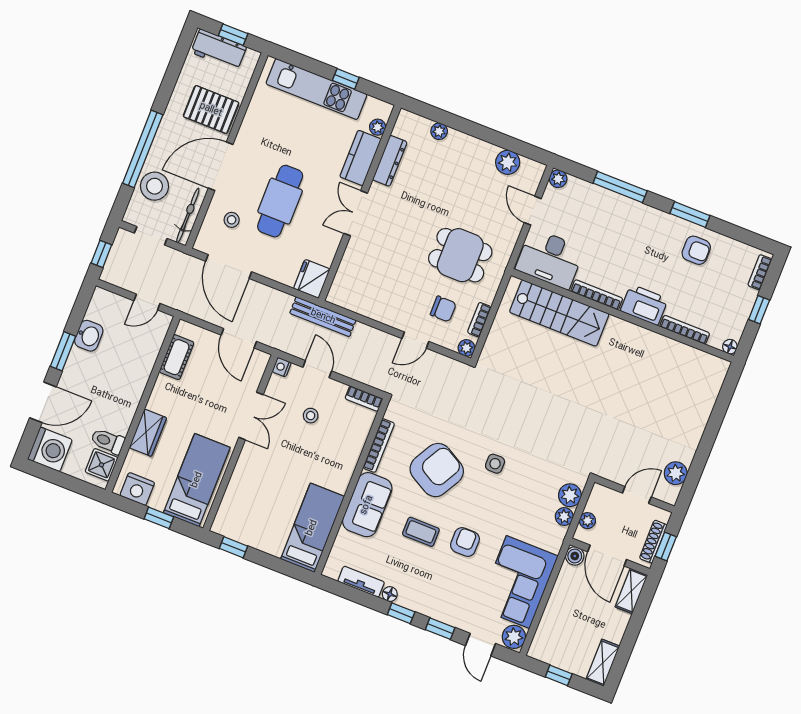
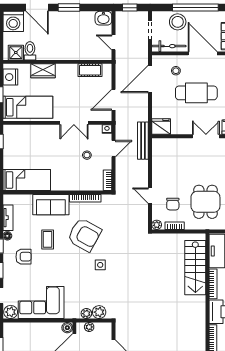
washbasin: (89, 336) -> (103, 18), moved
armchair: (465, 542) -> (24, 257), moved

